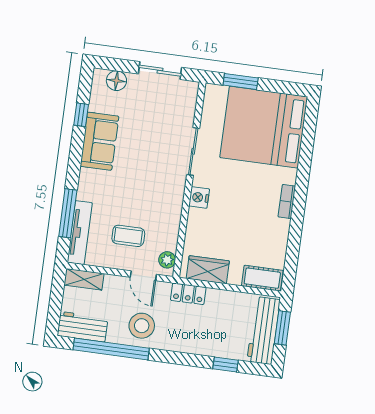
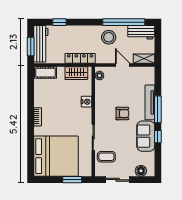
window: (81, 115) -> (158, 137), moved
armchair: (136, 187) -> (122, 114), added
nightstand: (199, 197) -> (87, 102), moved
window: (68, 213) -> (158, 109), moved
tv unit: (80, 233) -> (150, 102), moved
coffee table: (128, 236) -> (106, 157), moved
door: (143, 276) -> (123, 65), moved
locker: (188, 294) -> (80, 58), width x1.53

